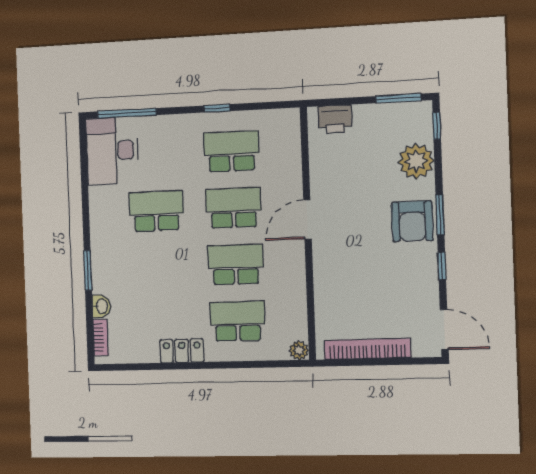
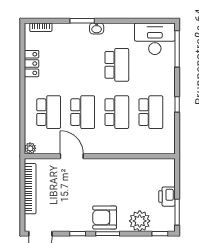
printer: (335, 119) -> (167, 197), moved
door: (307, 219) -> (72, 156), moved
washbasin: (101, 306) -> (97, 28), moved
locker: (182, 351) -> (32, 64), moved

